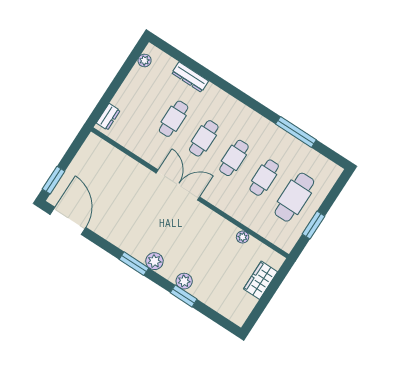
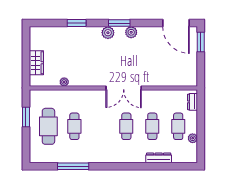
plant: (145, 60) -> (193, 138), moved
cafe table: (234, 158) -> (178, 126), moved
plant: (184, 281) -> (131, 32), moved

